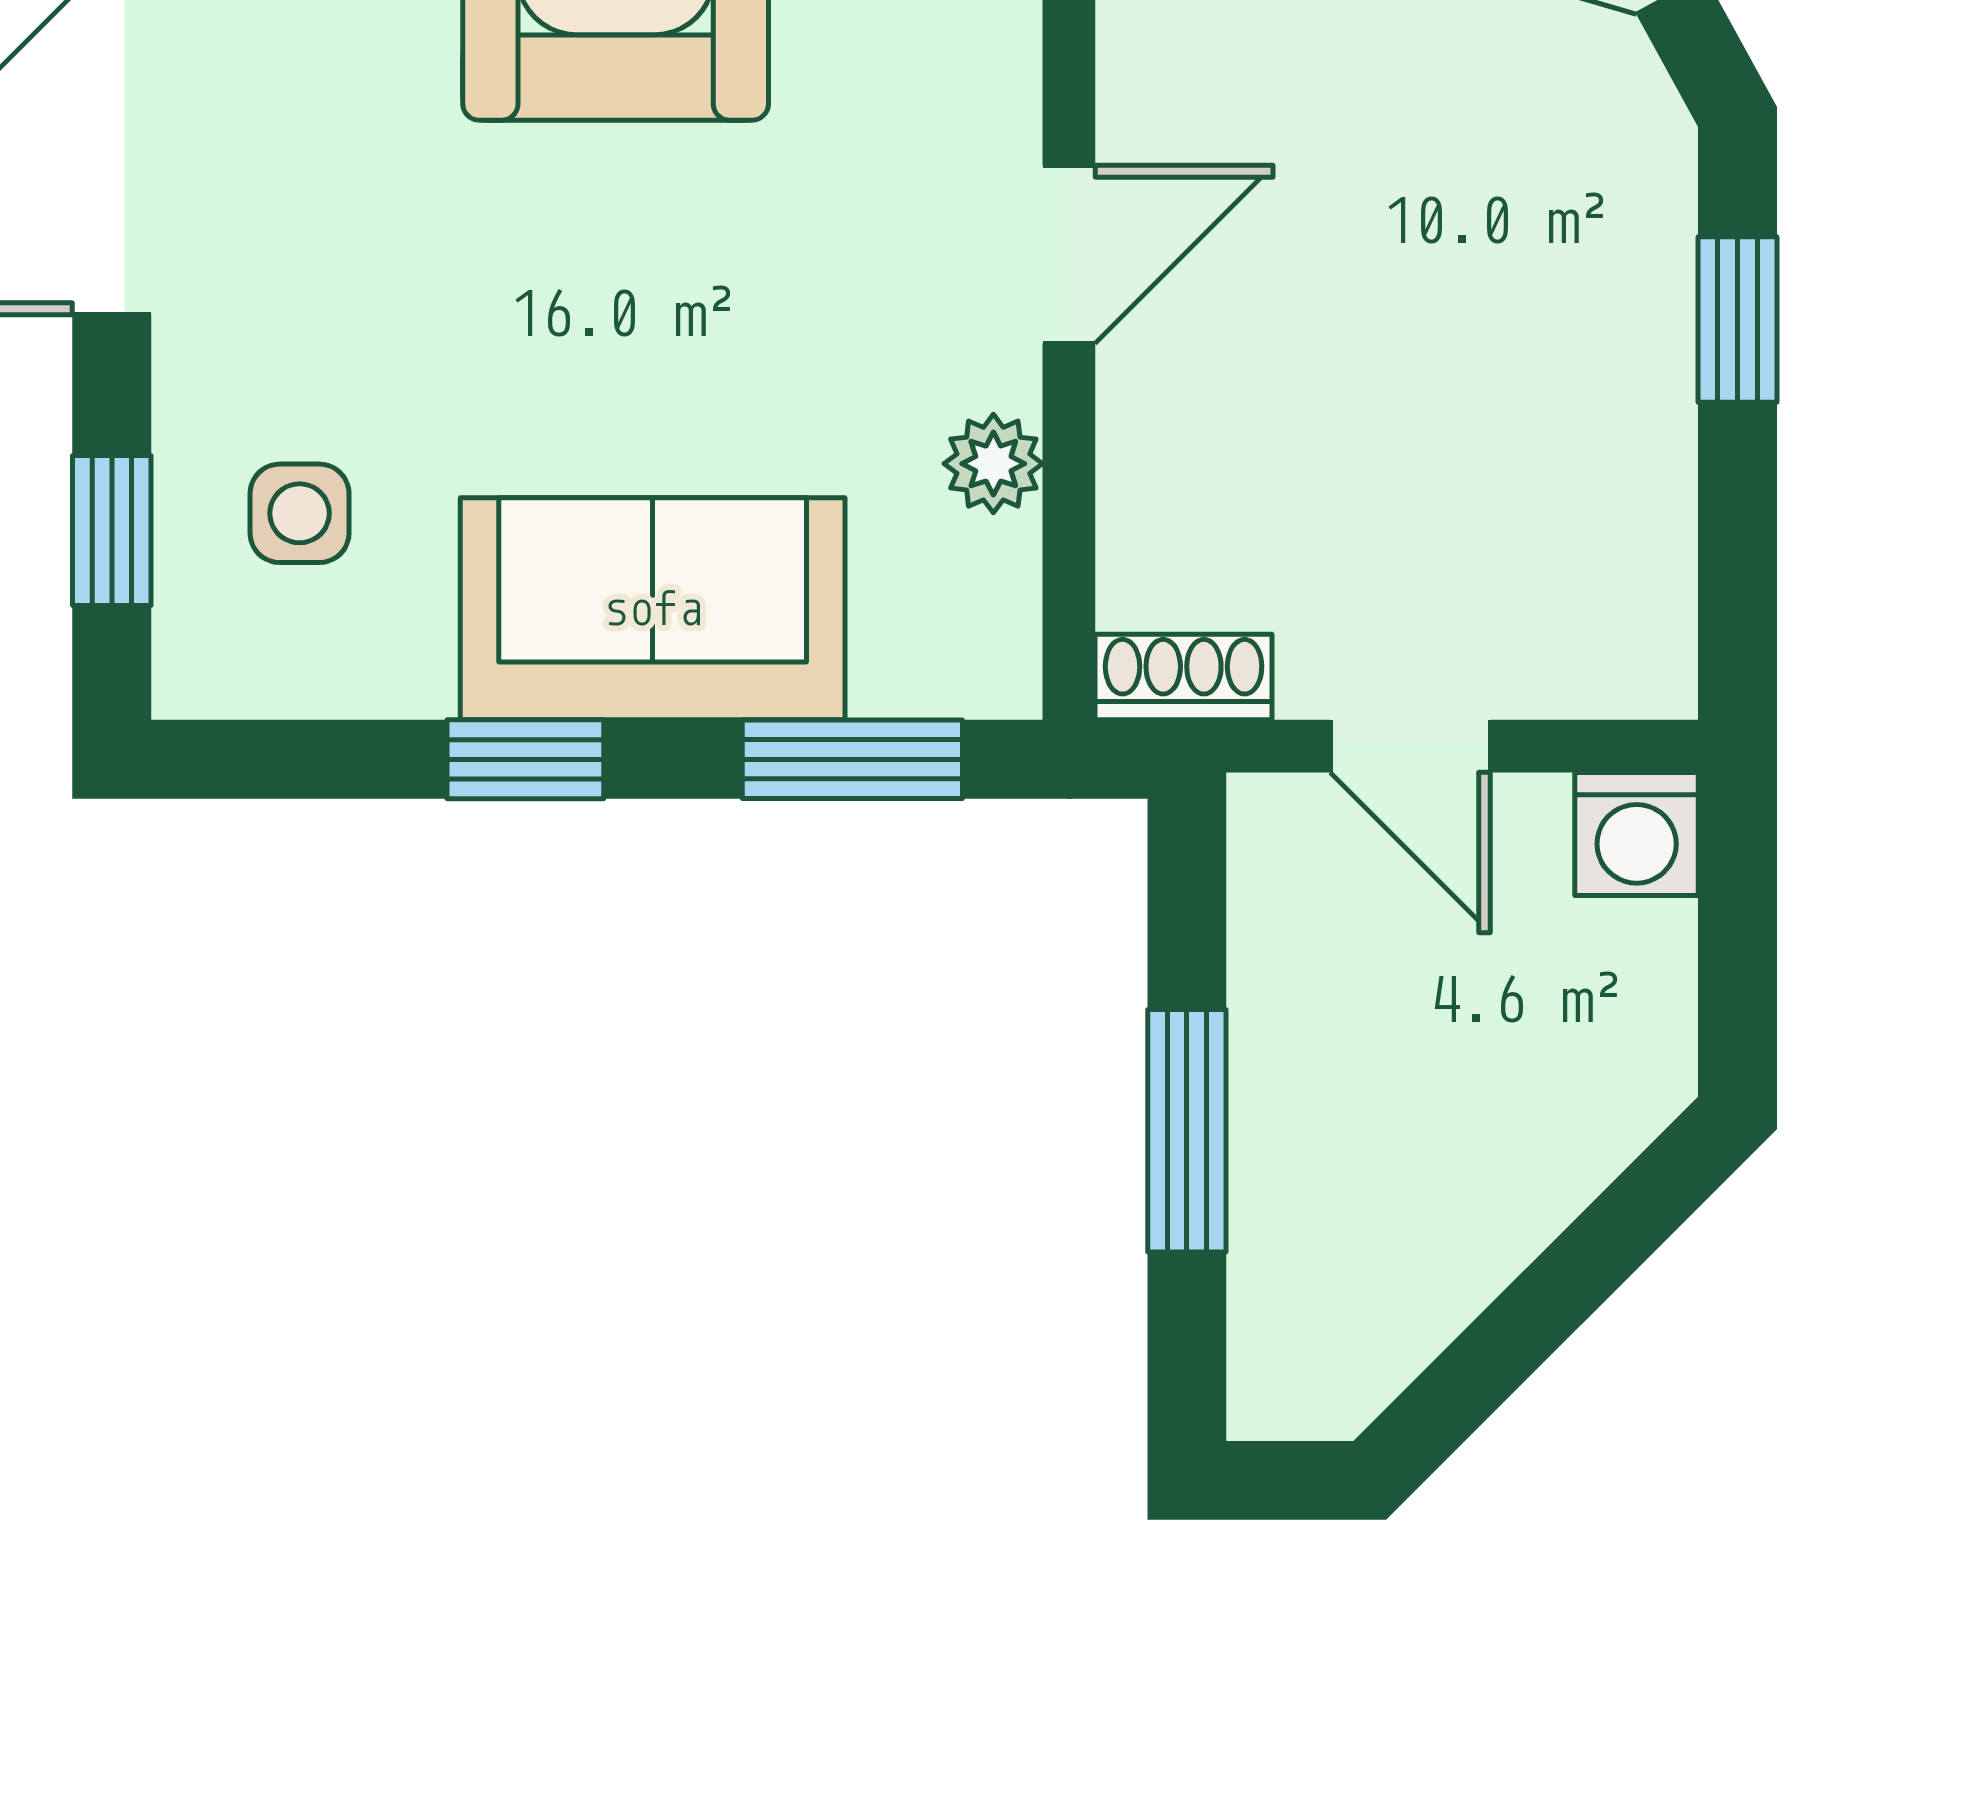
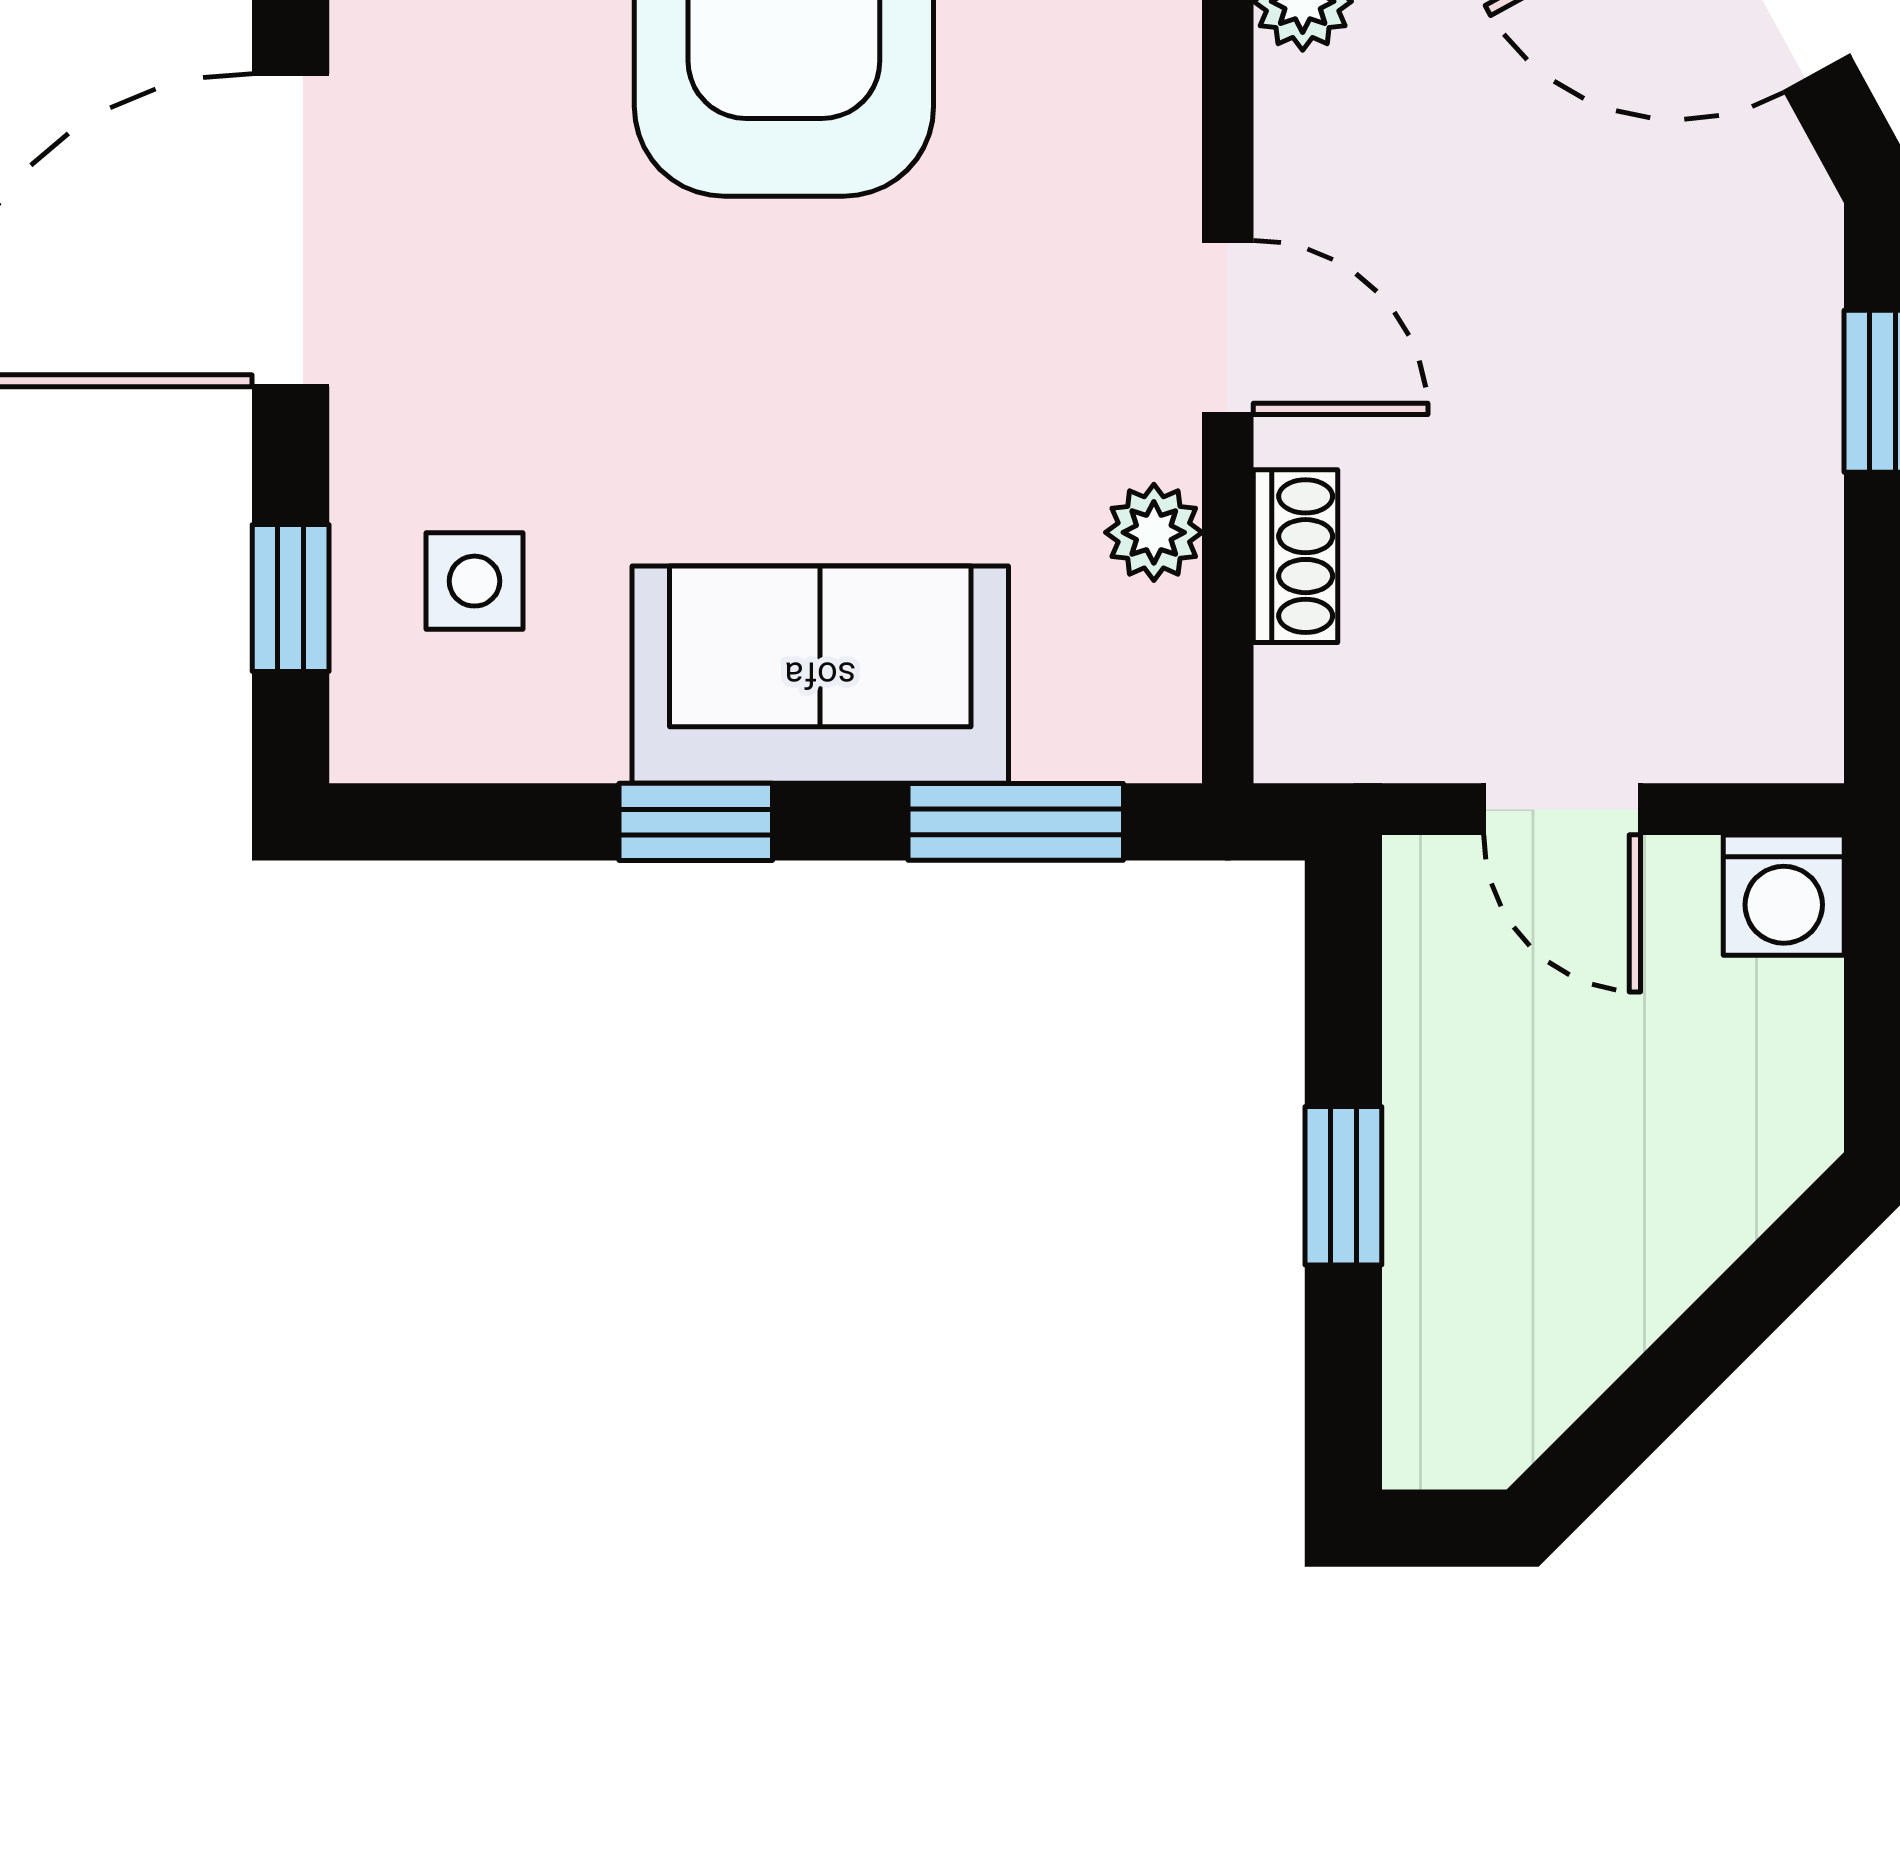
door: (1069, 254) -> (1228, 327), hinge flipped
shoe rack: (1184, 677) -> (1296, 556), moved, turned 90
window: (1187, 1131) -> (1343, 1186), width x0.67

